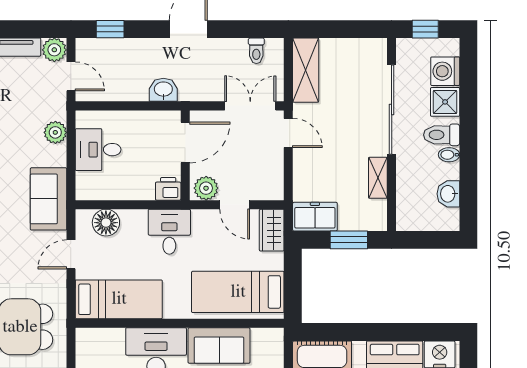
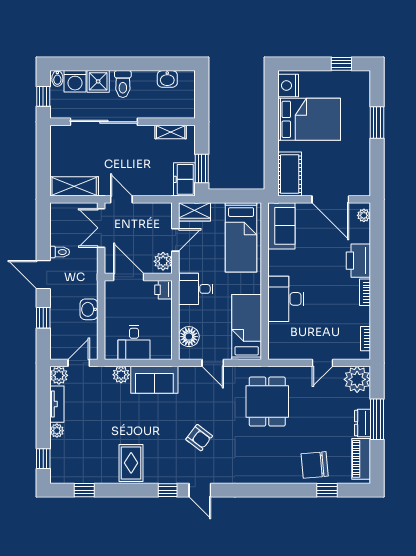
window: (110, 29) -> (43, 318), moved
toilet: (256, 51) -> (60, 252), moved
washbasin: (163, 90) -> (89, 309), moved
door: (288, 133) -> (121, 199), hinge flipped
bidet: (449, 155) -> (57, 78), moved
shelving: (378, 178) -> (171, 132), moved
sofa: (48, 199) -> (154, 380), moved
window: (349, 240) -> (202, 168), moved
sofa: (219, 345) -> (281, 226), moved

